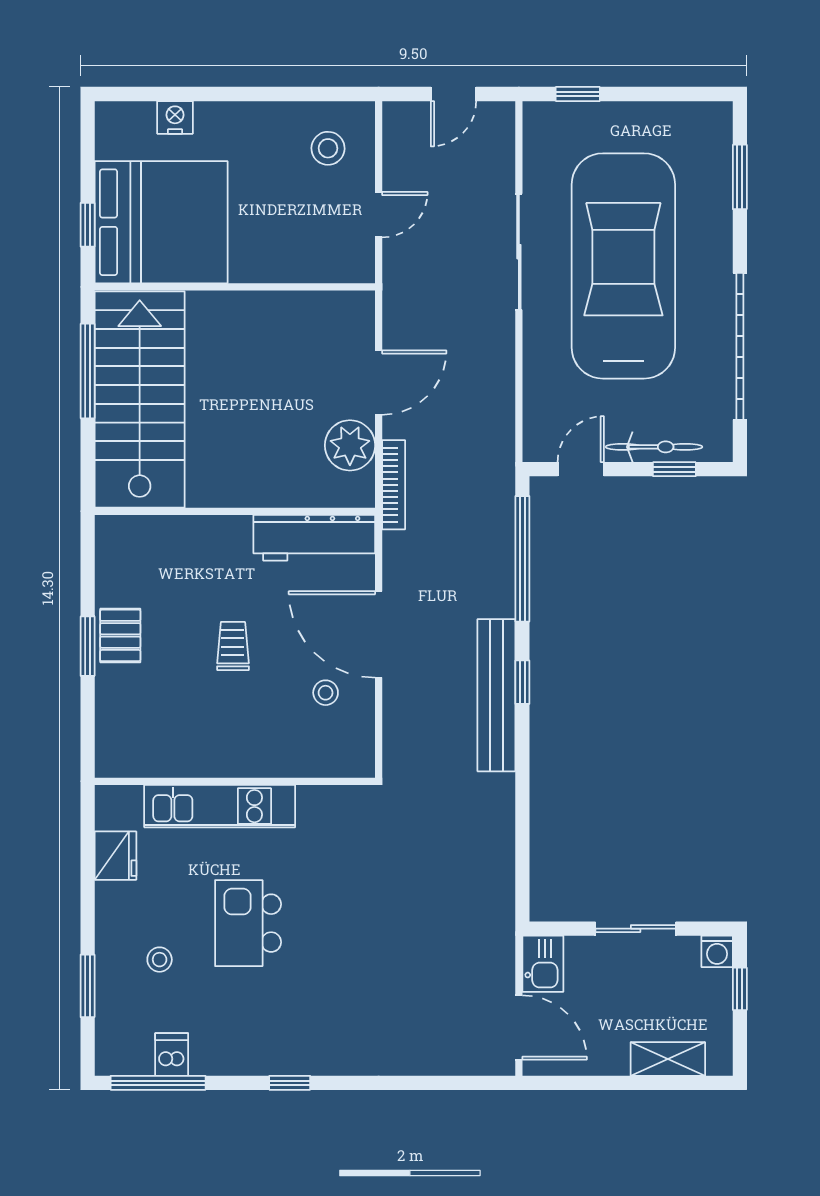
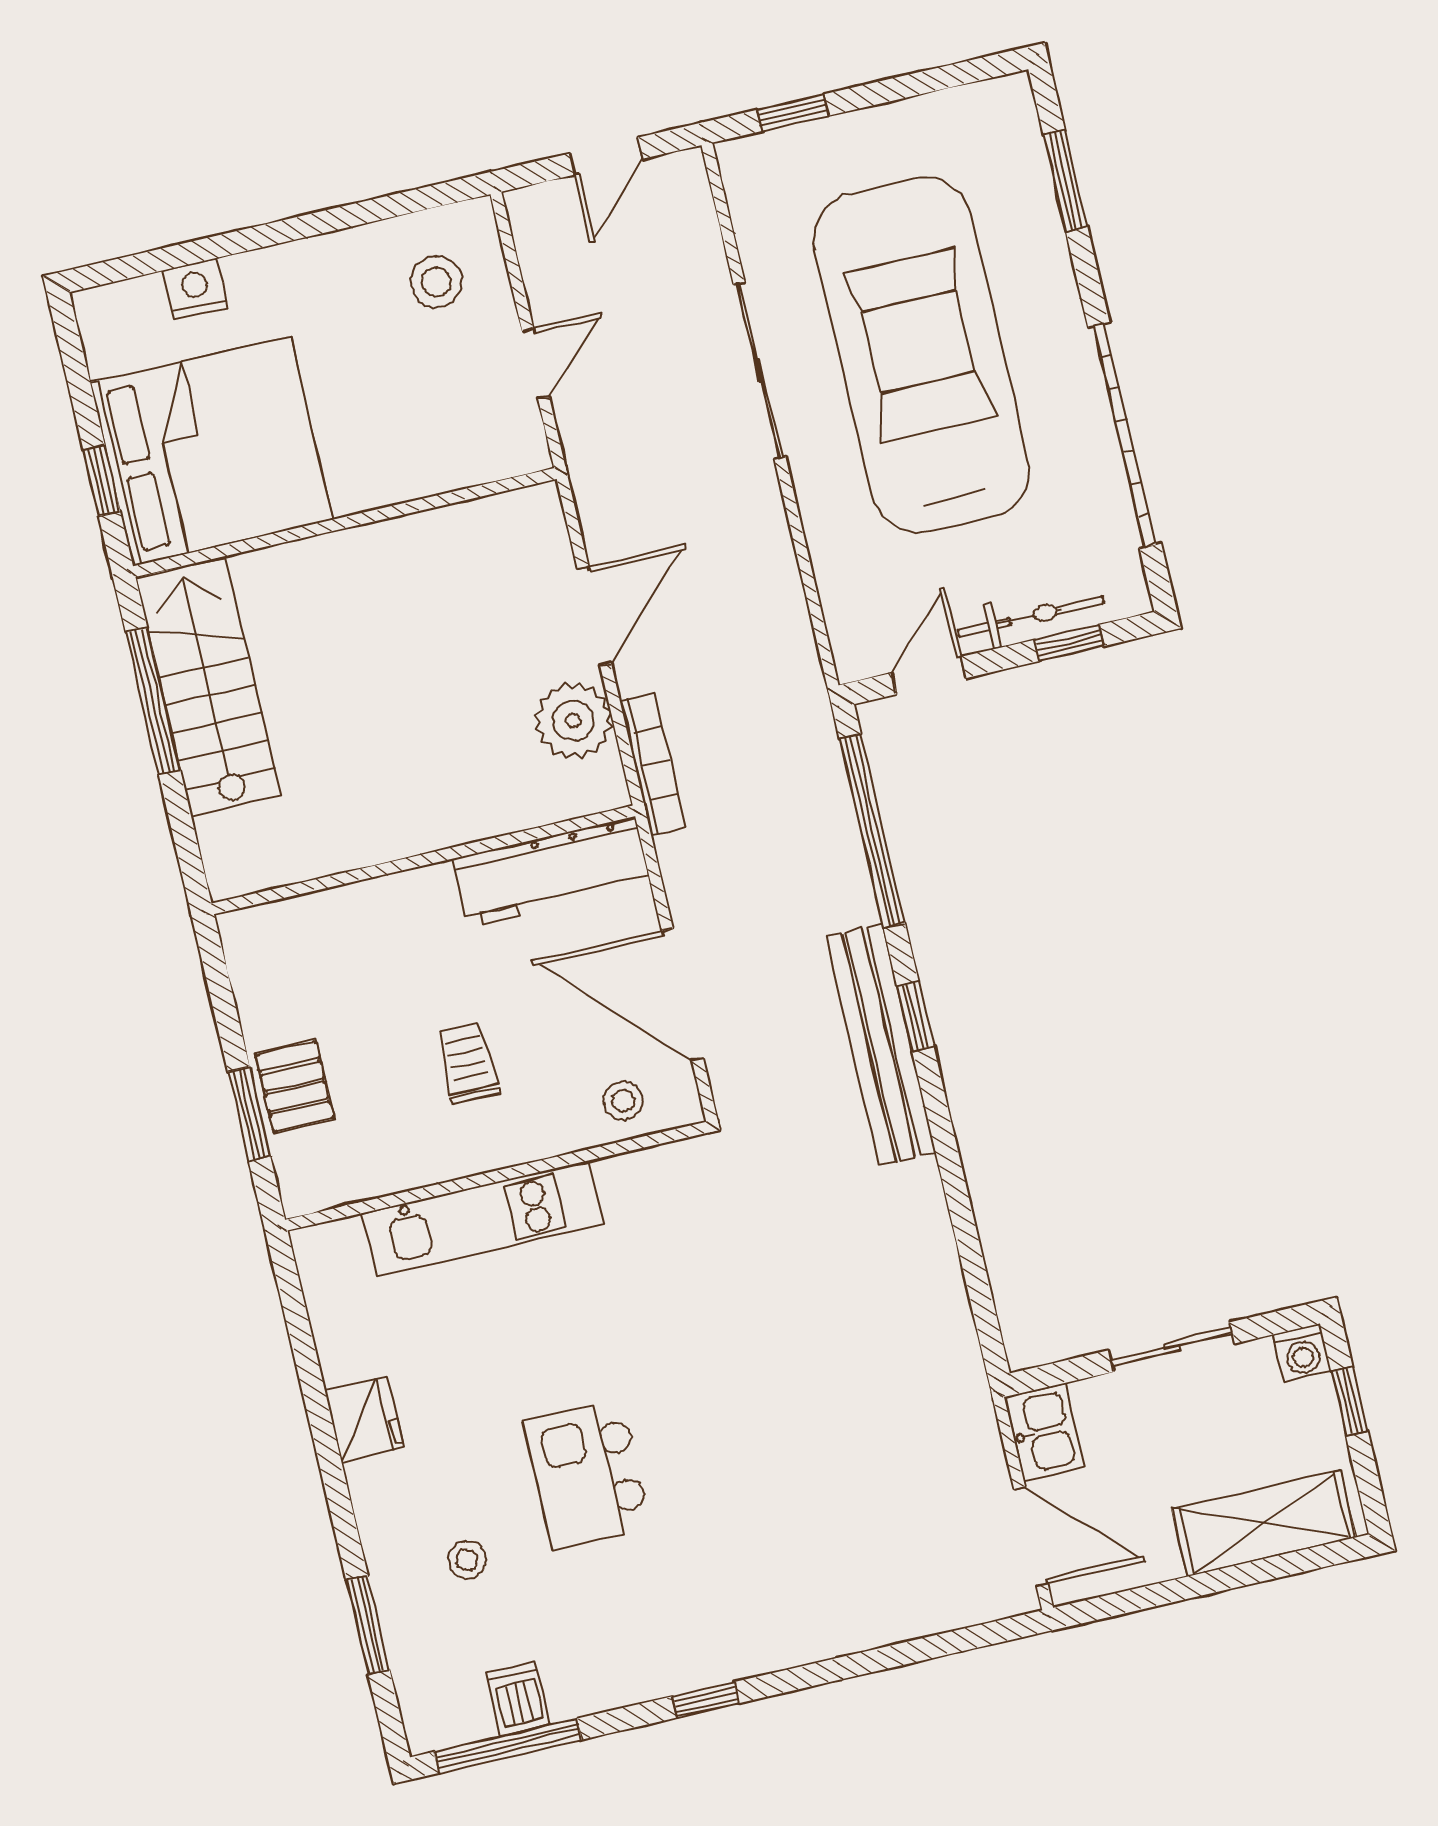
stairs: (140, 400) -> (208, 687), width x0.73, depth x0.66
wall: (235, 781) -> (497, 1176), moved
kitchen unit: (220, 806) -> (483, 1219), moved
shelving: (668, 1059) -> (1264, 1523), width x1.50, depth x1.33

